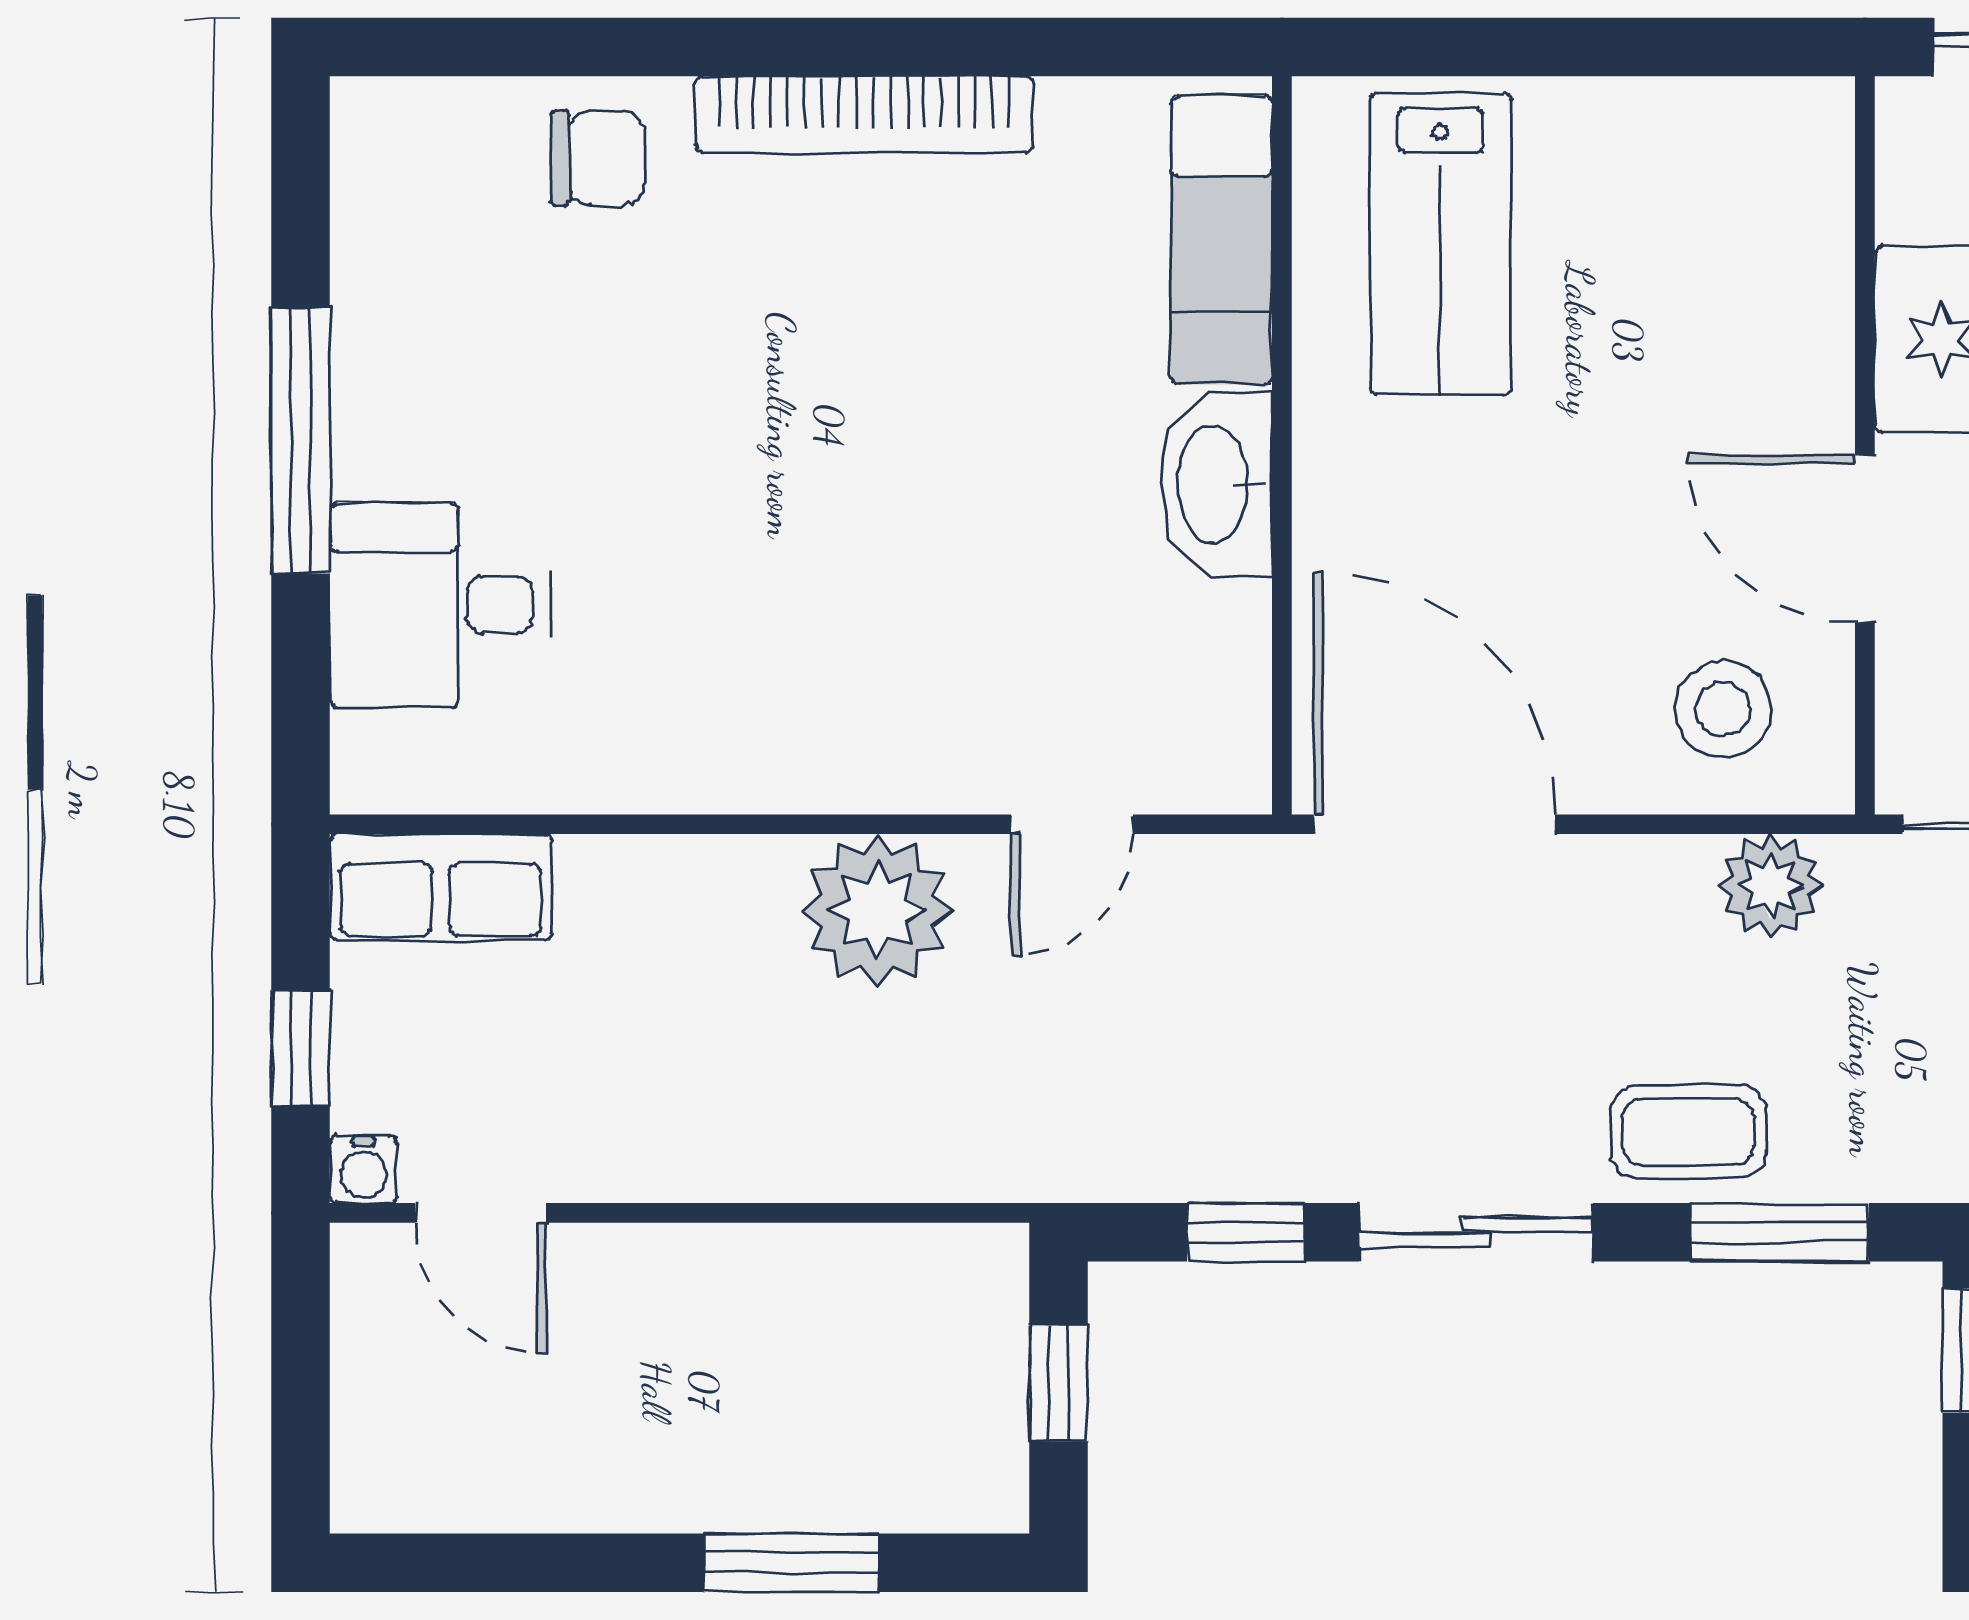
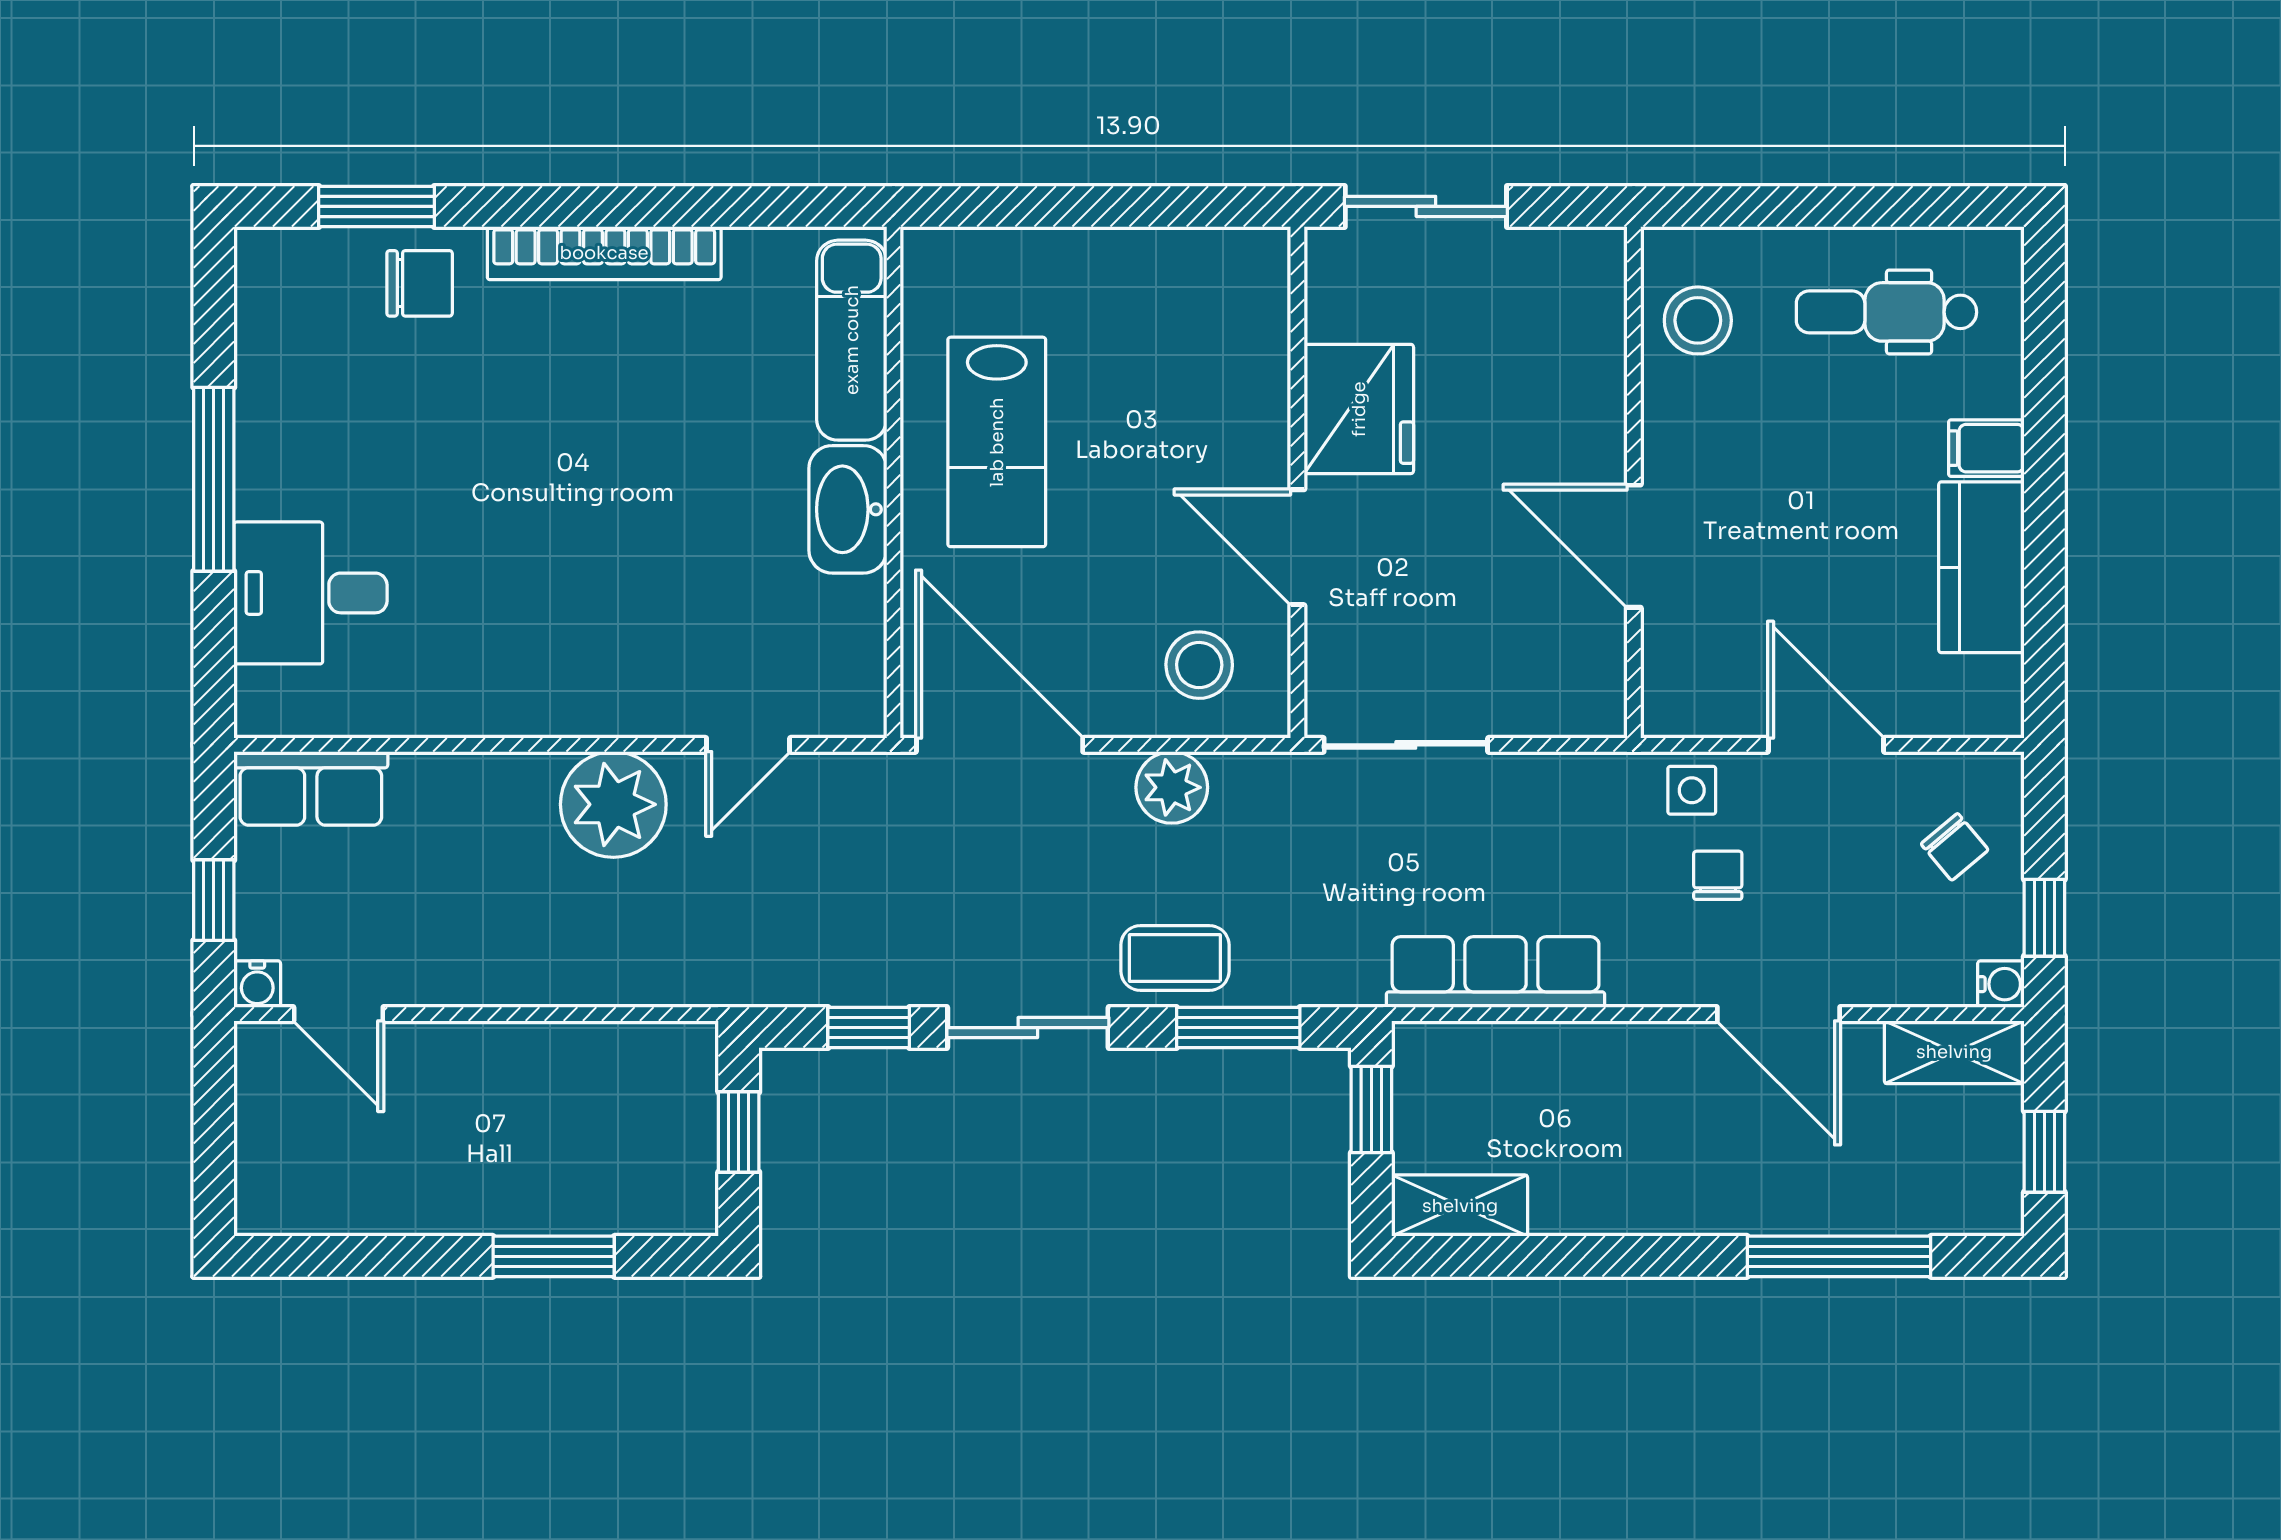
window: (535, 47) -> (376, 206), added
lab bench: (1440, 244) -> (997, 442), moved
plant: (1770, 886) -> (1172, 787), moved

